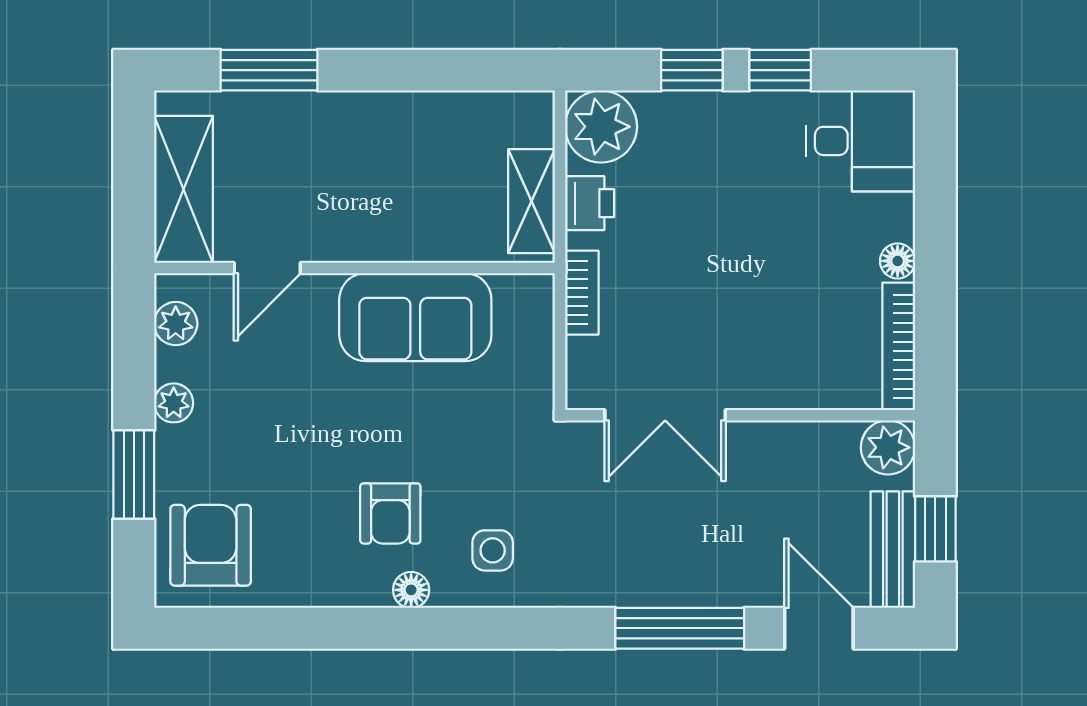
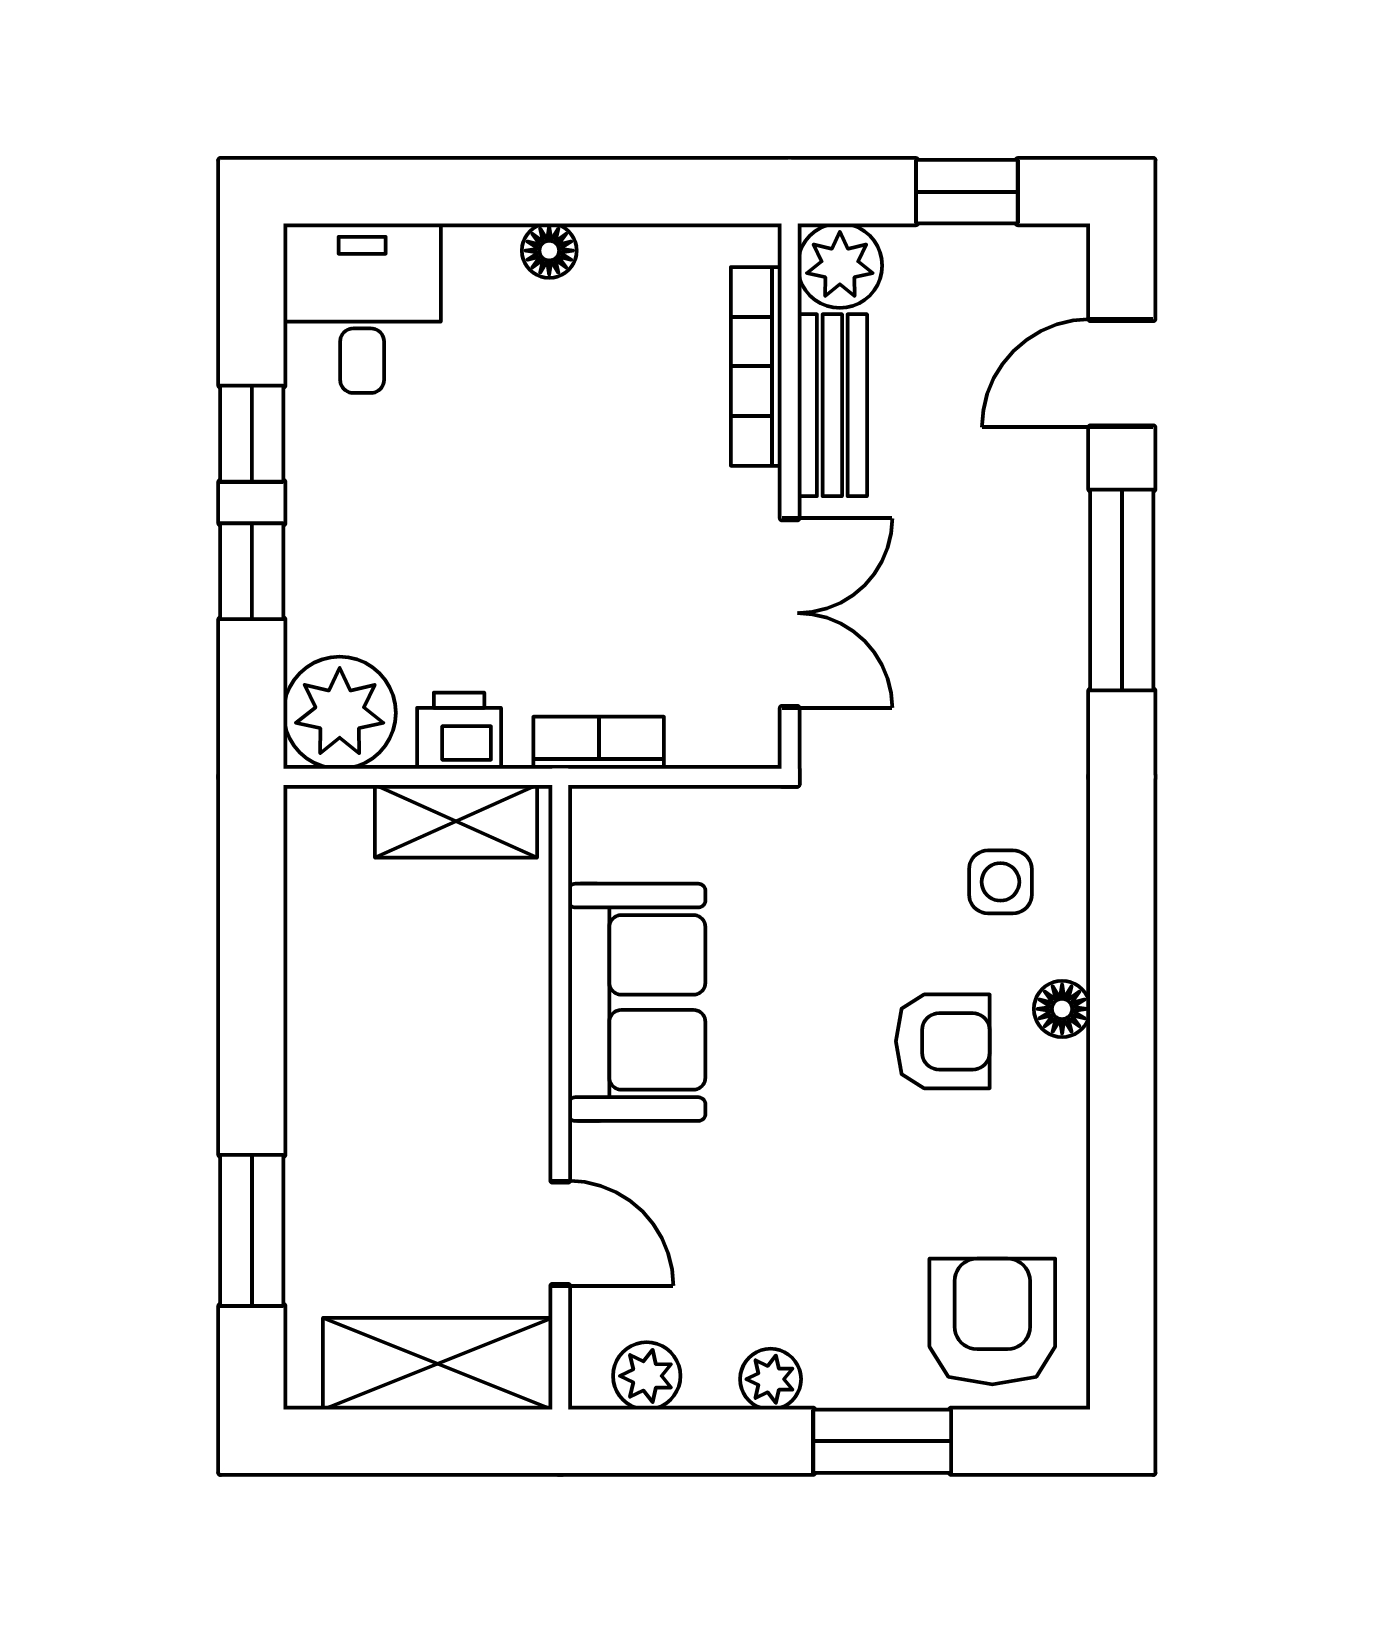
bookcase: (899, 346) -> (756, 366), moved, turned 90
armchair: (211, 545) -> (992, 1321), turned 90
bench: (893, 550) -> (832, 405), moved, turned 90

